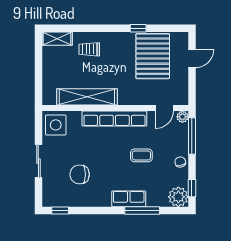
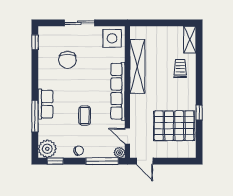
door: (192, 58) -> (144, 161), moved
chair: (80, 174) -> (67, 60), turned 180

